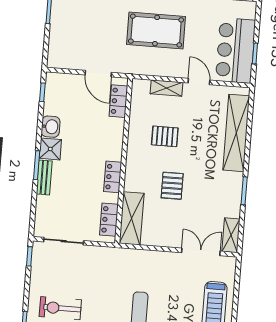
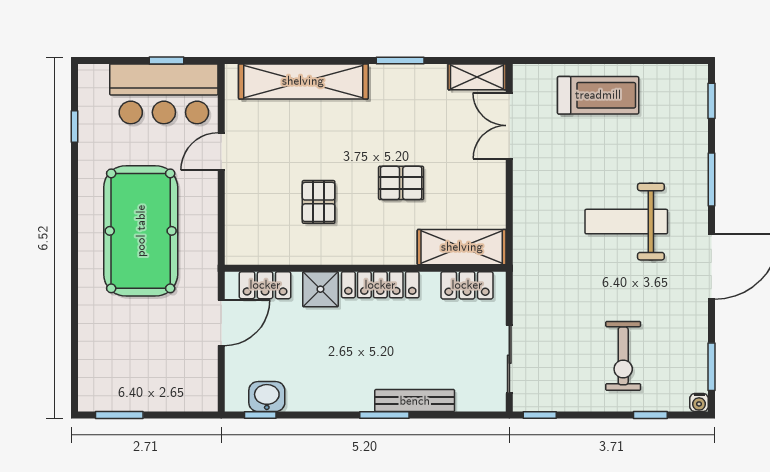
pool table: (156, 31) -> (141, 231), width x1.36, depth x1.32
shelving: (166, 88) -> (237, 205), removed
washbasin: (51, 127) -> (267, 397), moved
shower: (50, 149) -> (320, 289), moved
bench: (44, 177) -> (415, 401), width x1.36
locker: (113, 177) -> (380, 285), width x1.53

